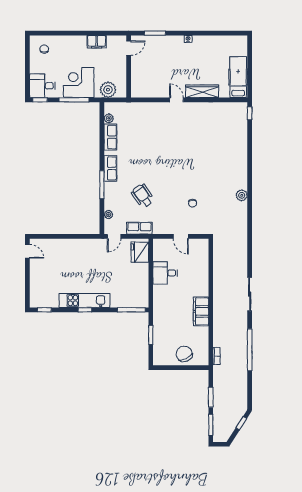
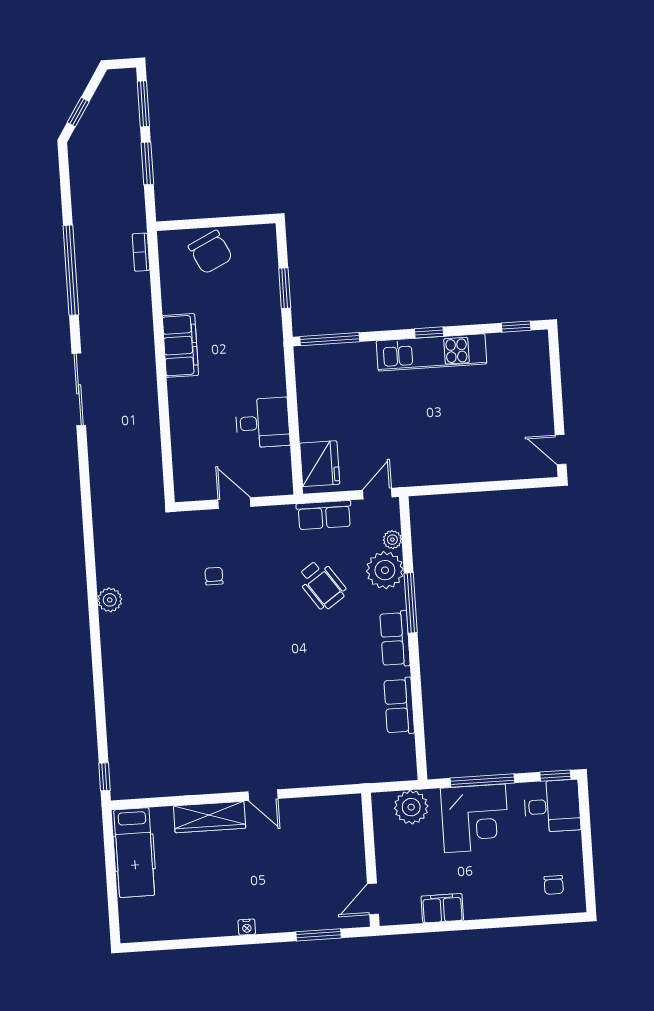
plant: (109, 118) -> (385, 570), moved, width x1.88, depth x1.88

